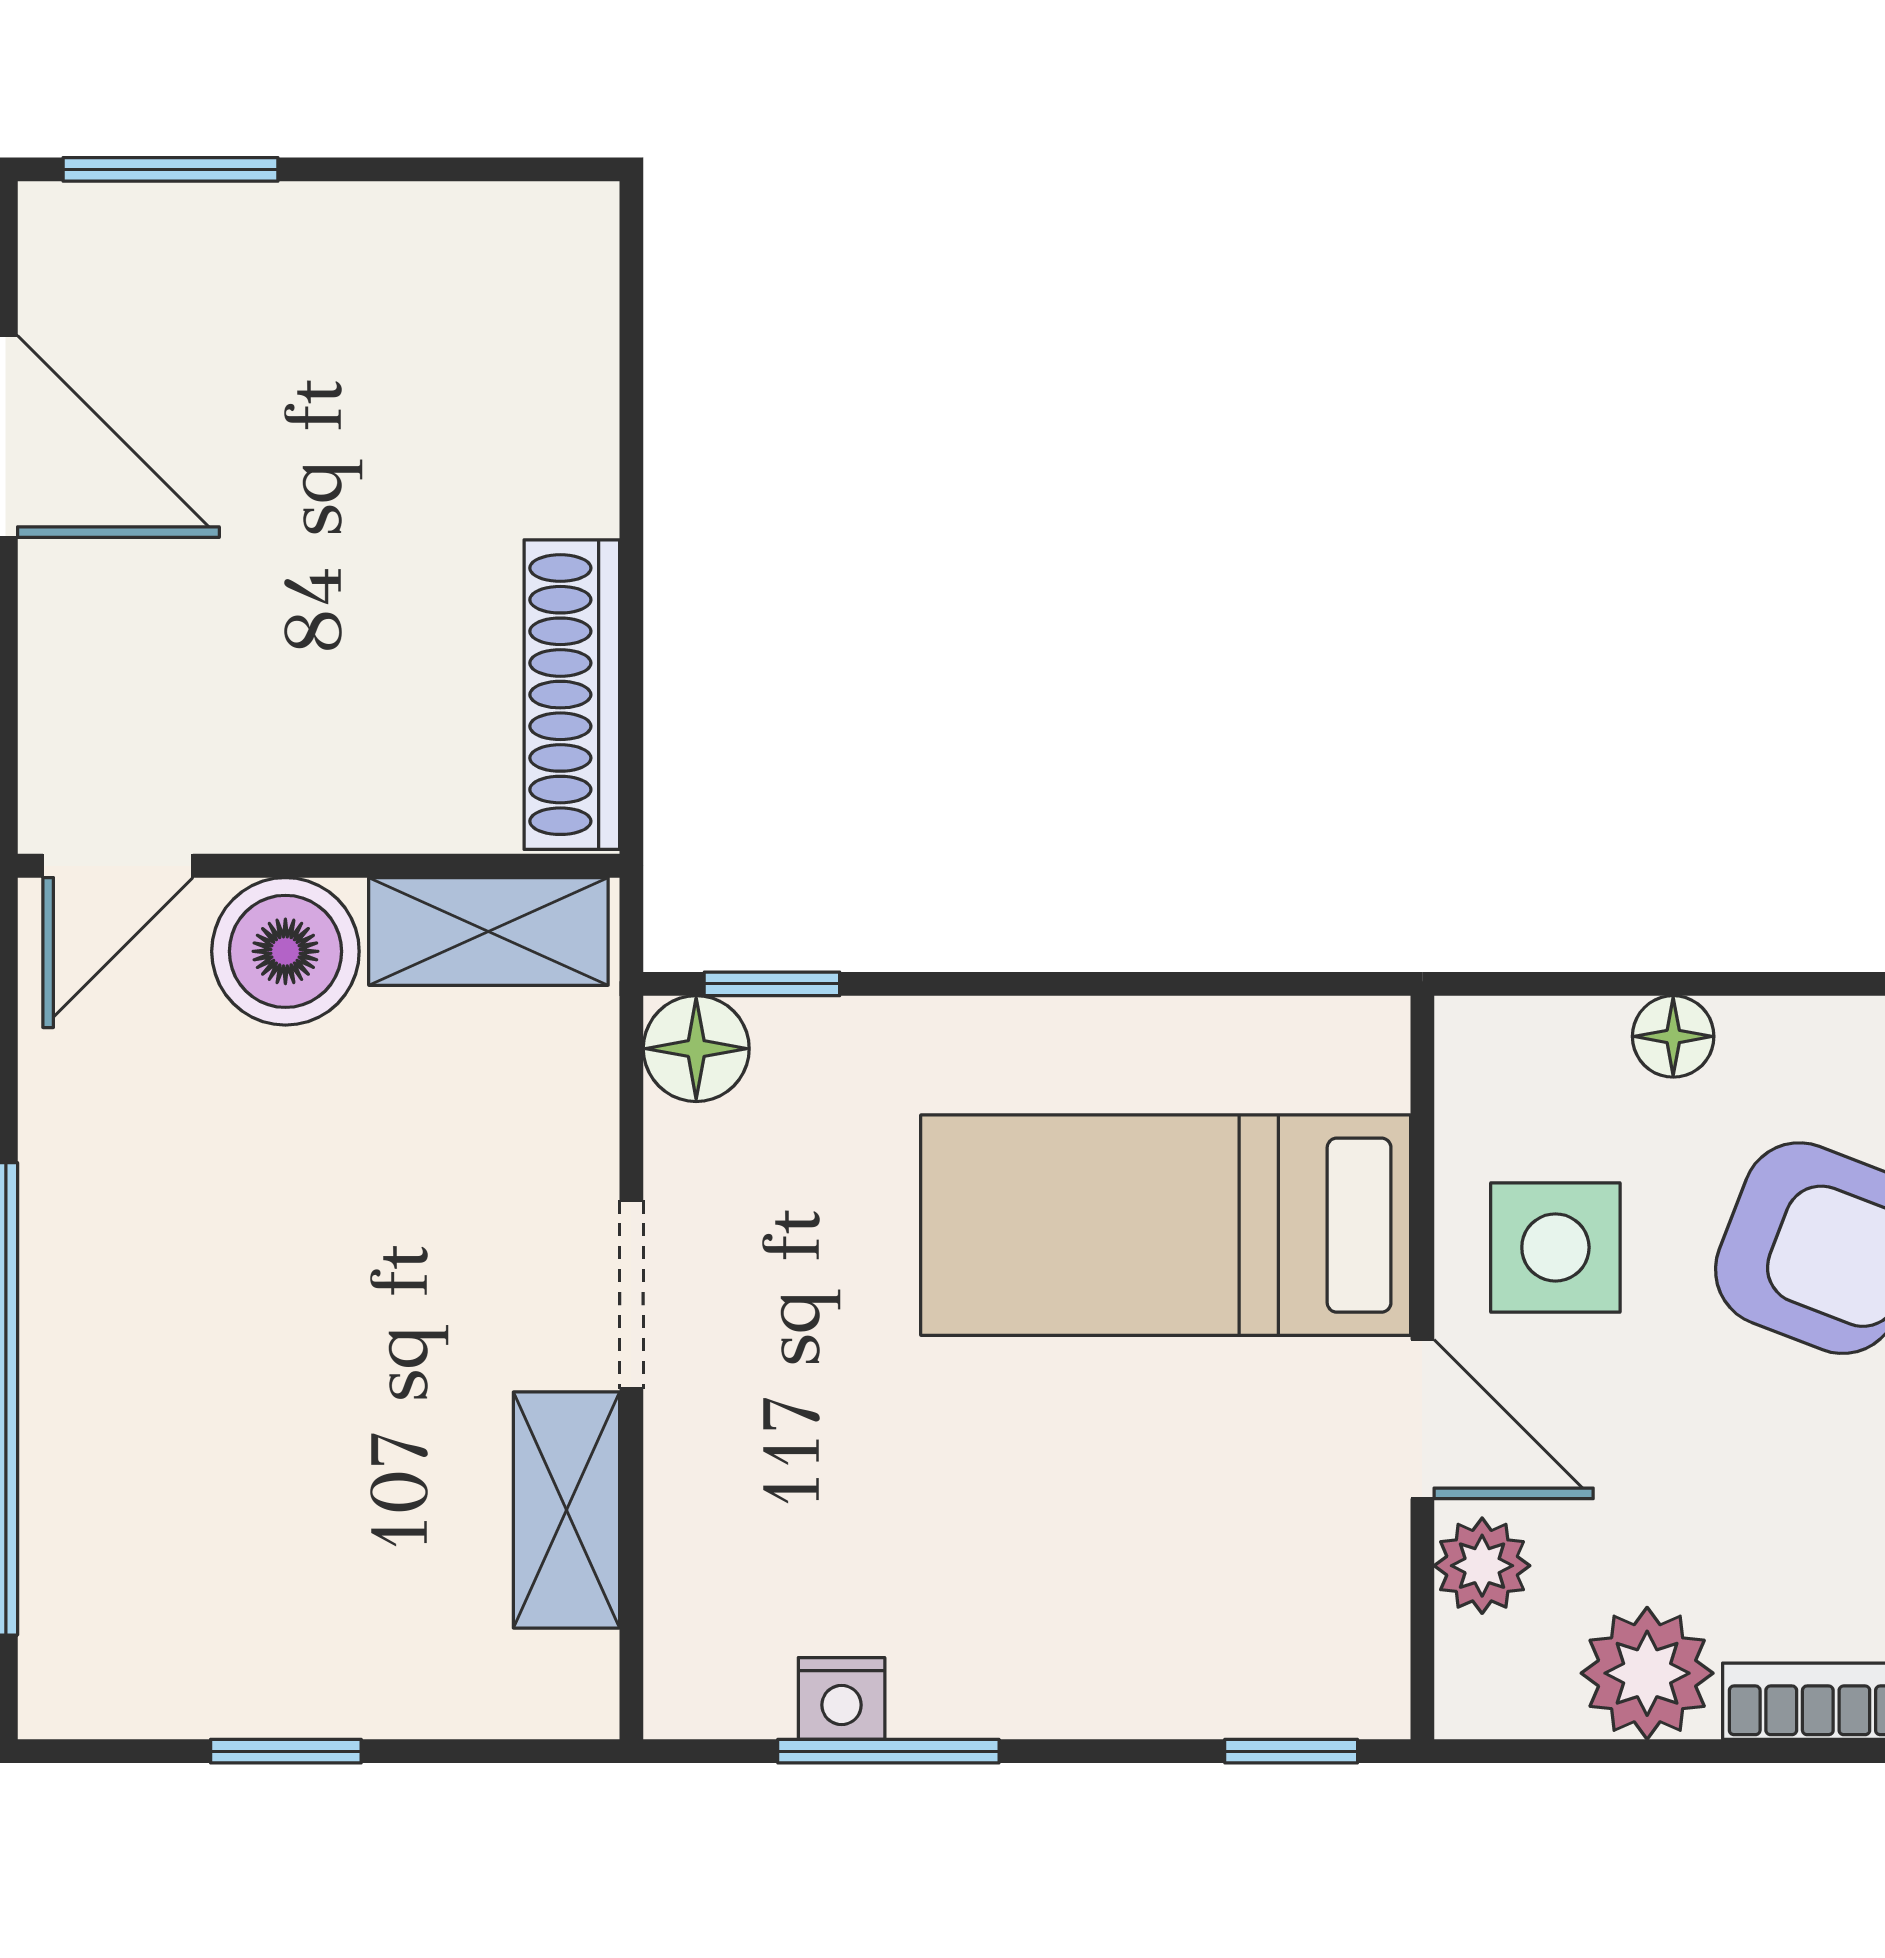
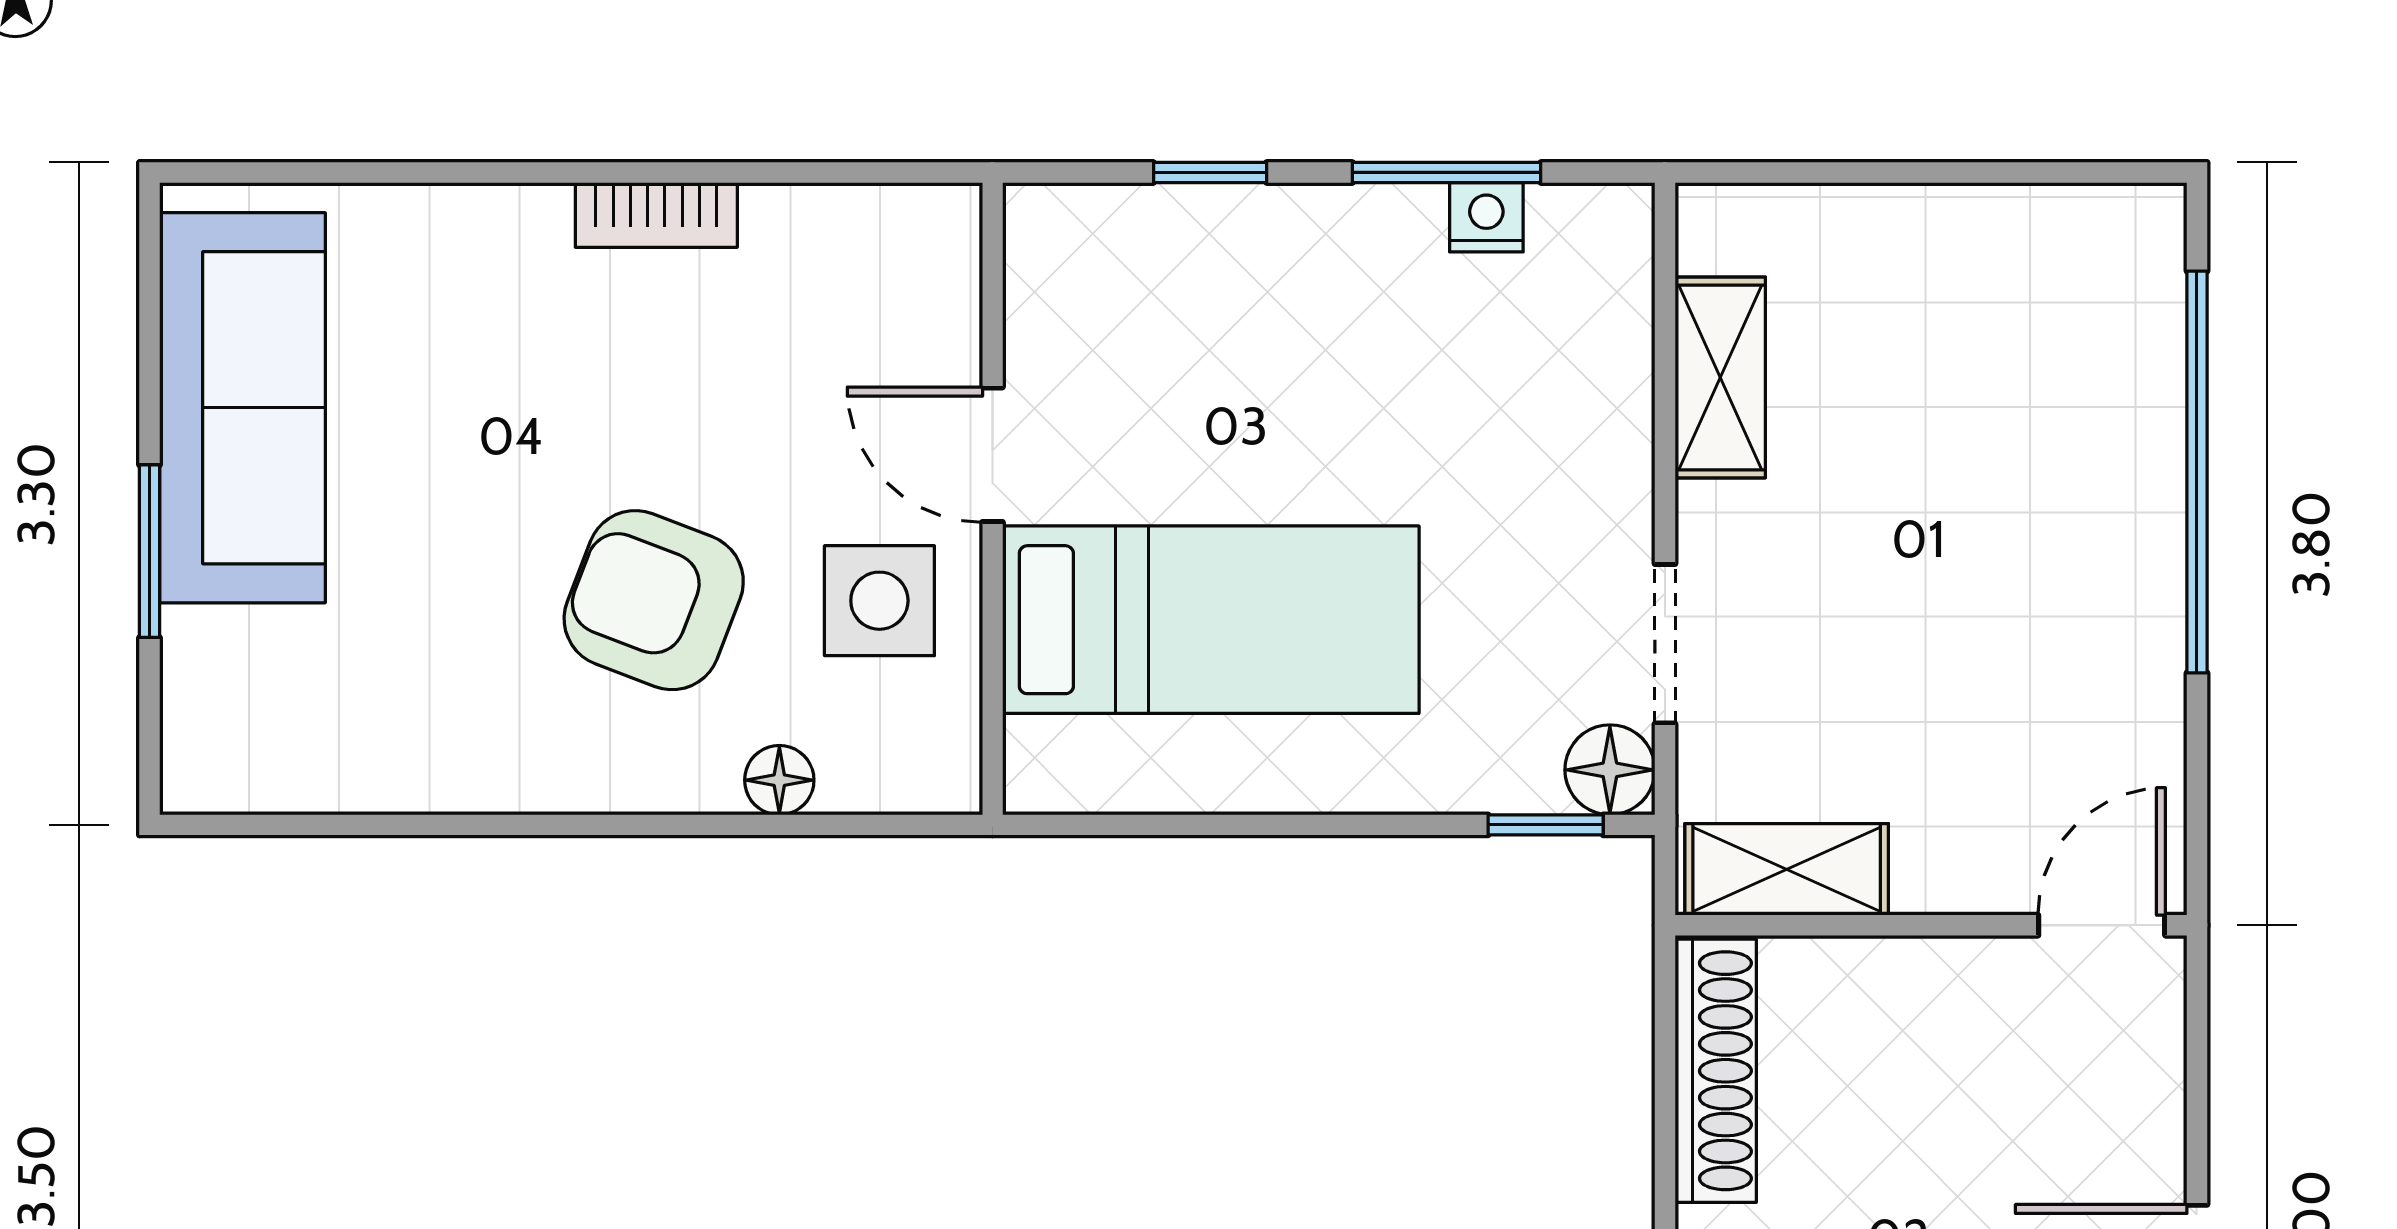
boiler: (285, 951) -> (1959, 852), removed
doorway: (631, 1295) -> (1665, 644), moved
plant: (1482, 1566) -> (942, 330), removed
plant: (1647, 1673) -> (801, 239), removed
window: (286, 1751) -> (1959, 172), removed
window: (1291, 1751) -> (1210, 172), moved

